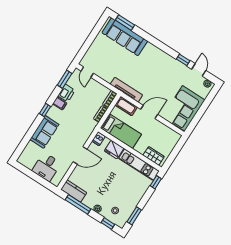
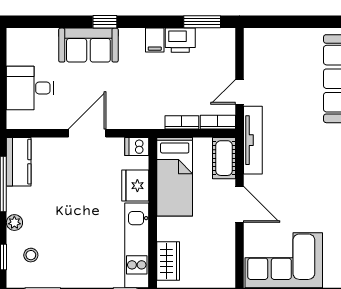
door: (87, 72) -> (239, 92), moved
window: (45, 110) -> (105, 22), moved
door: (80, 155) -> (87, 133), swing flipped

